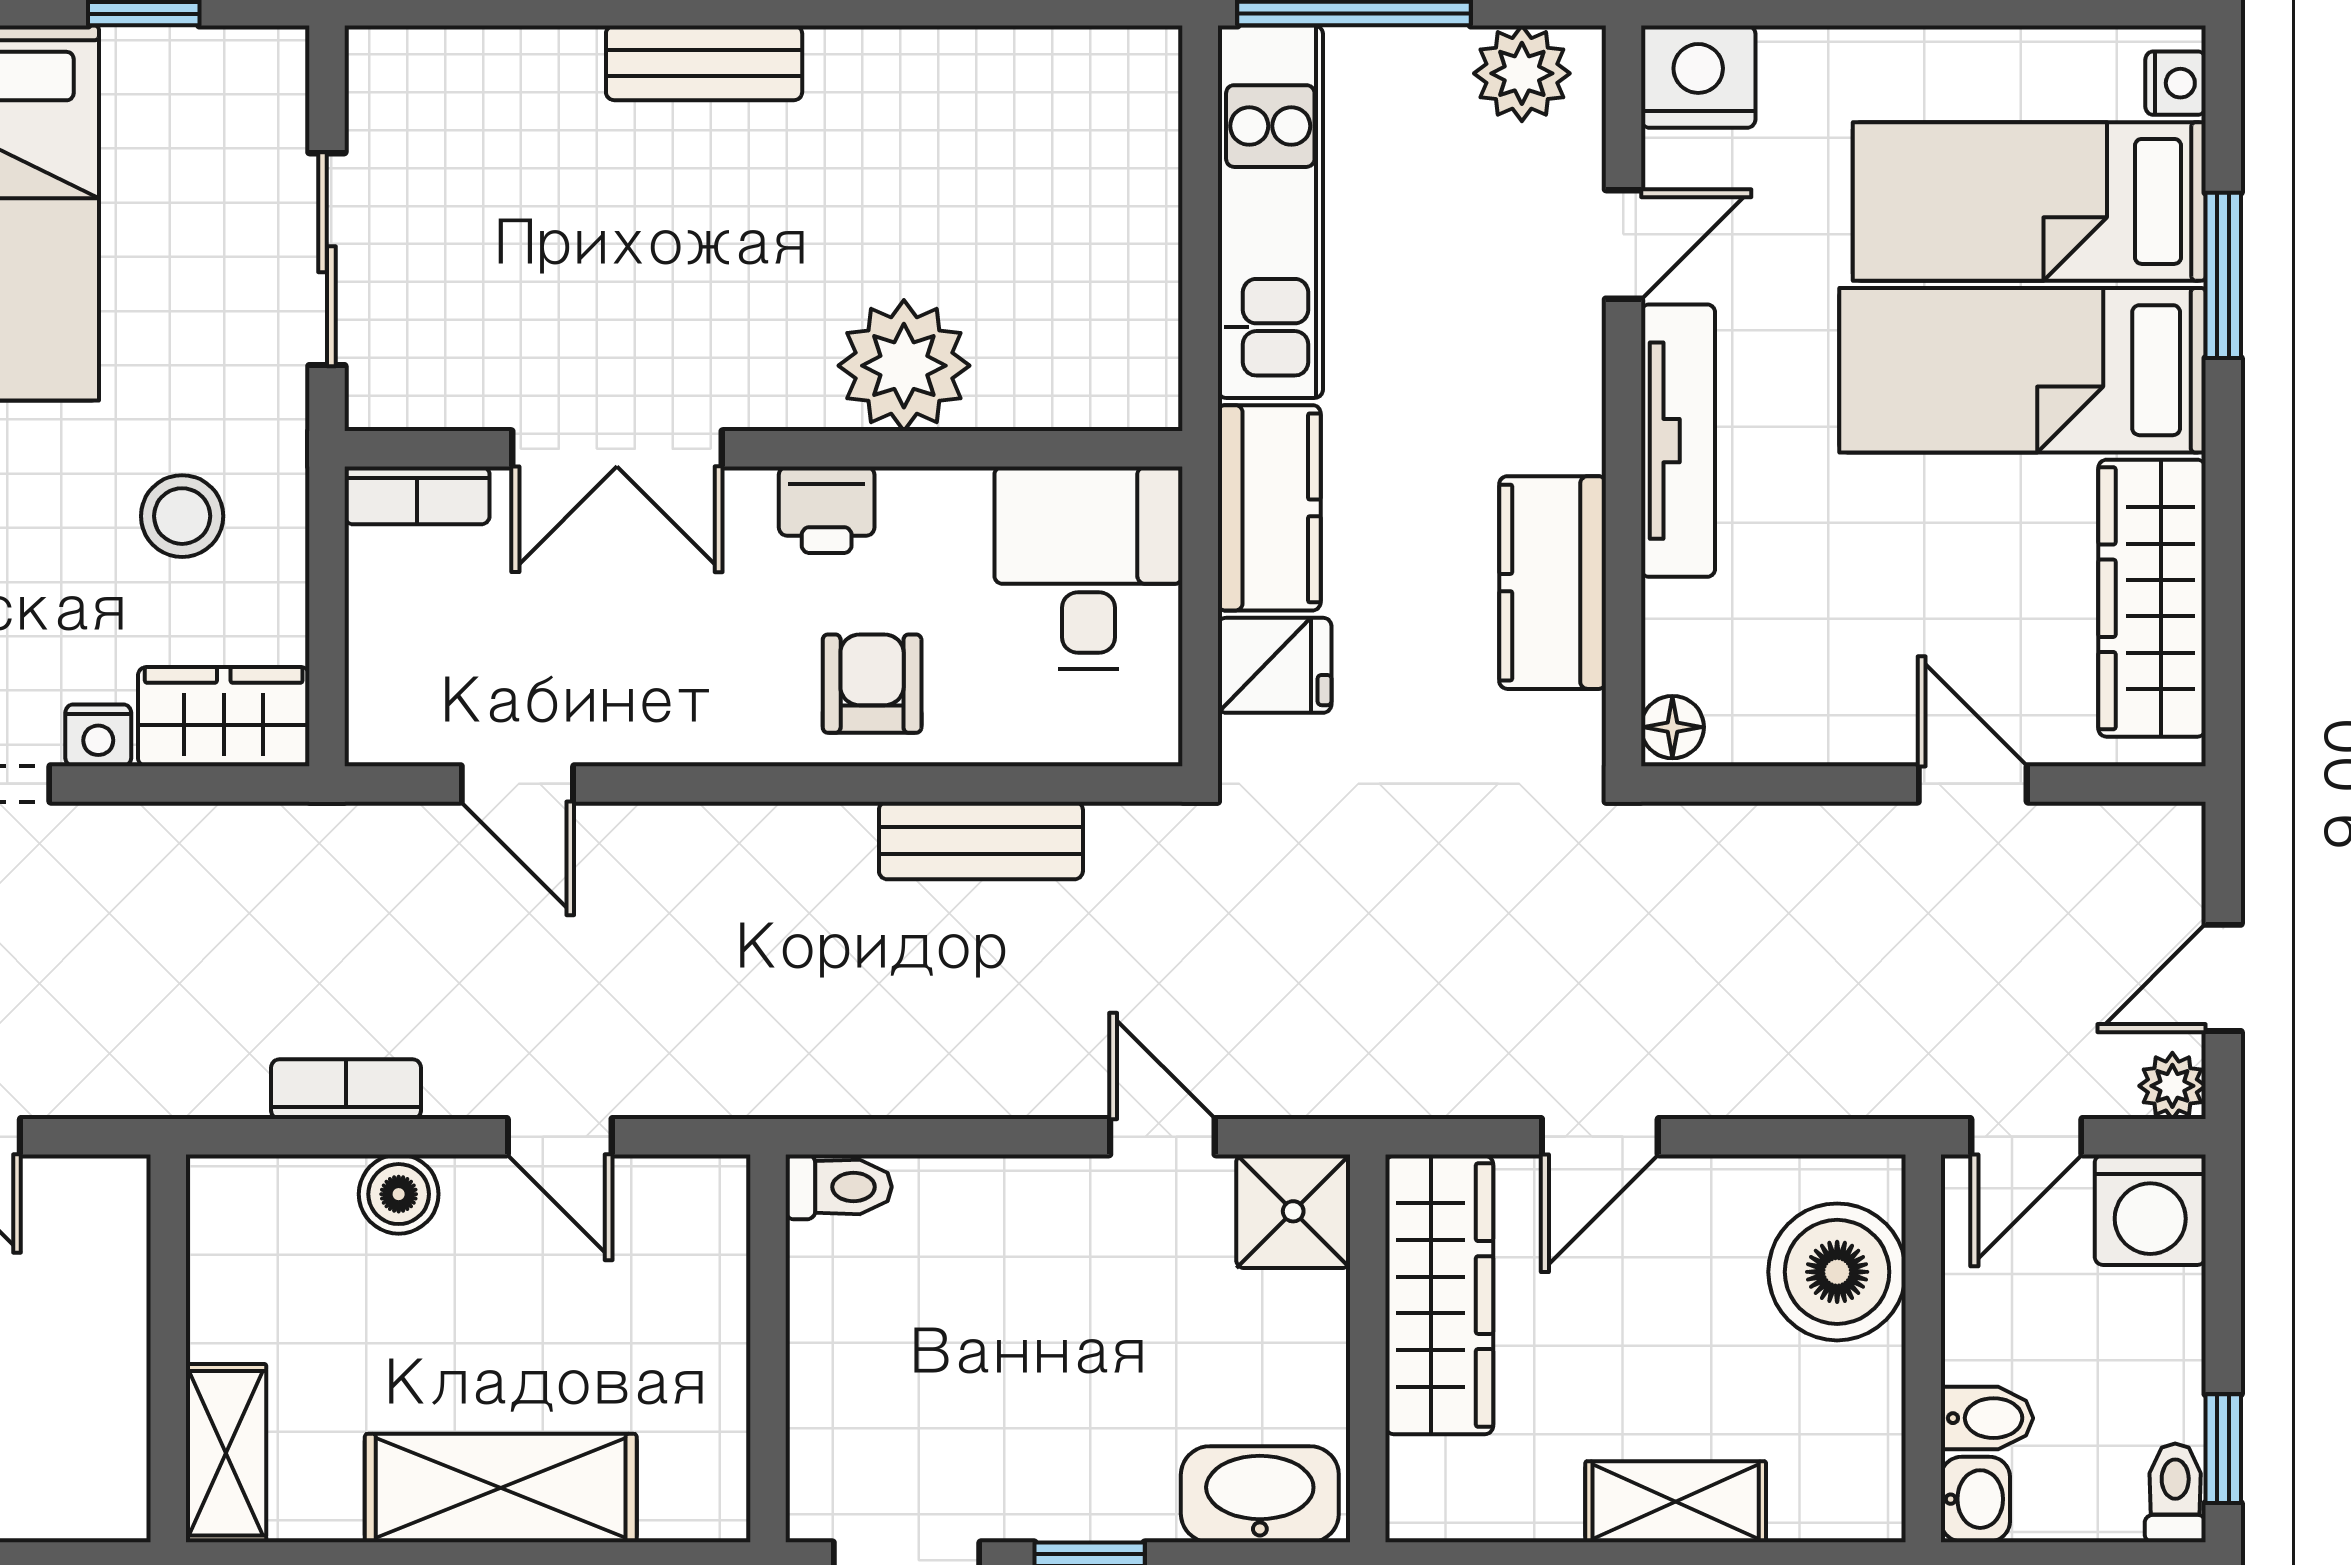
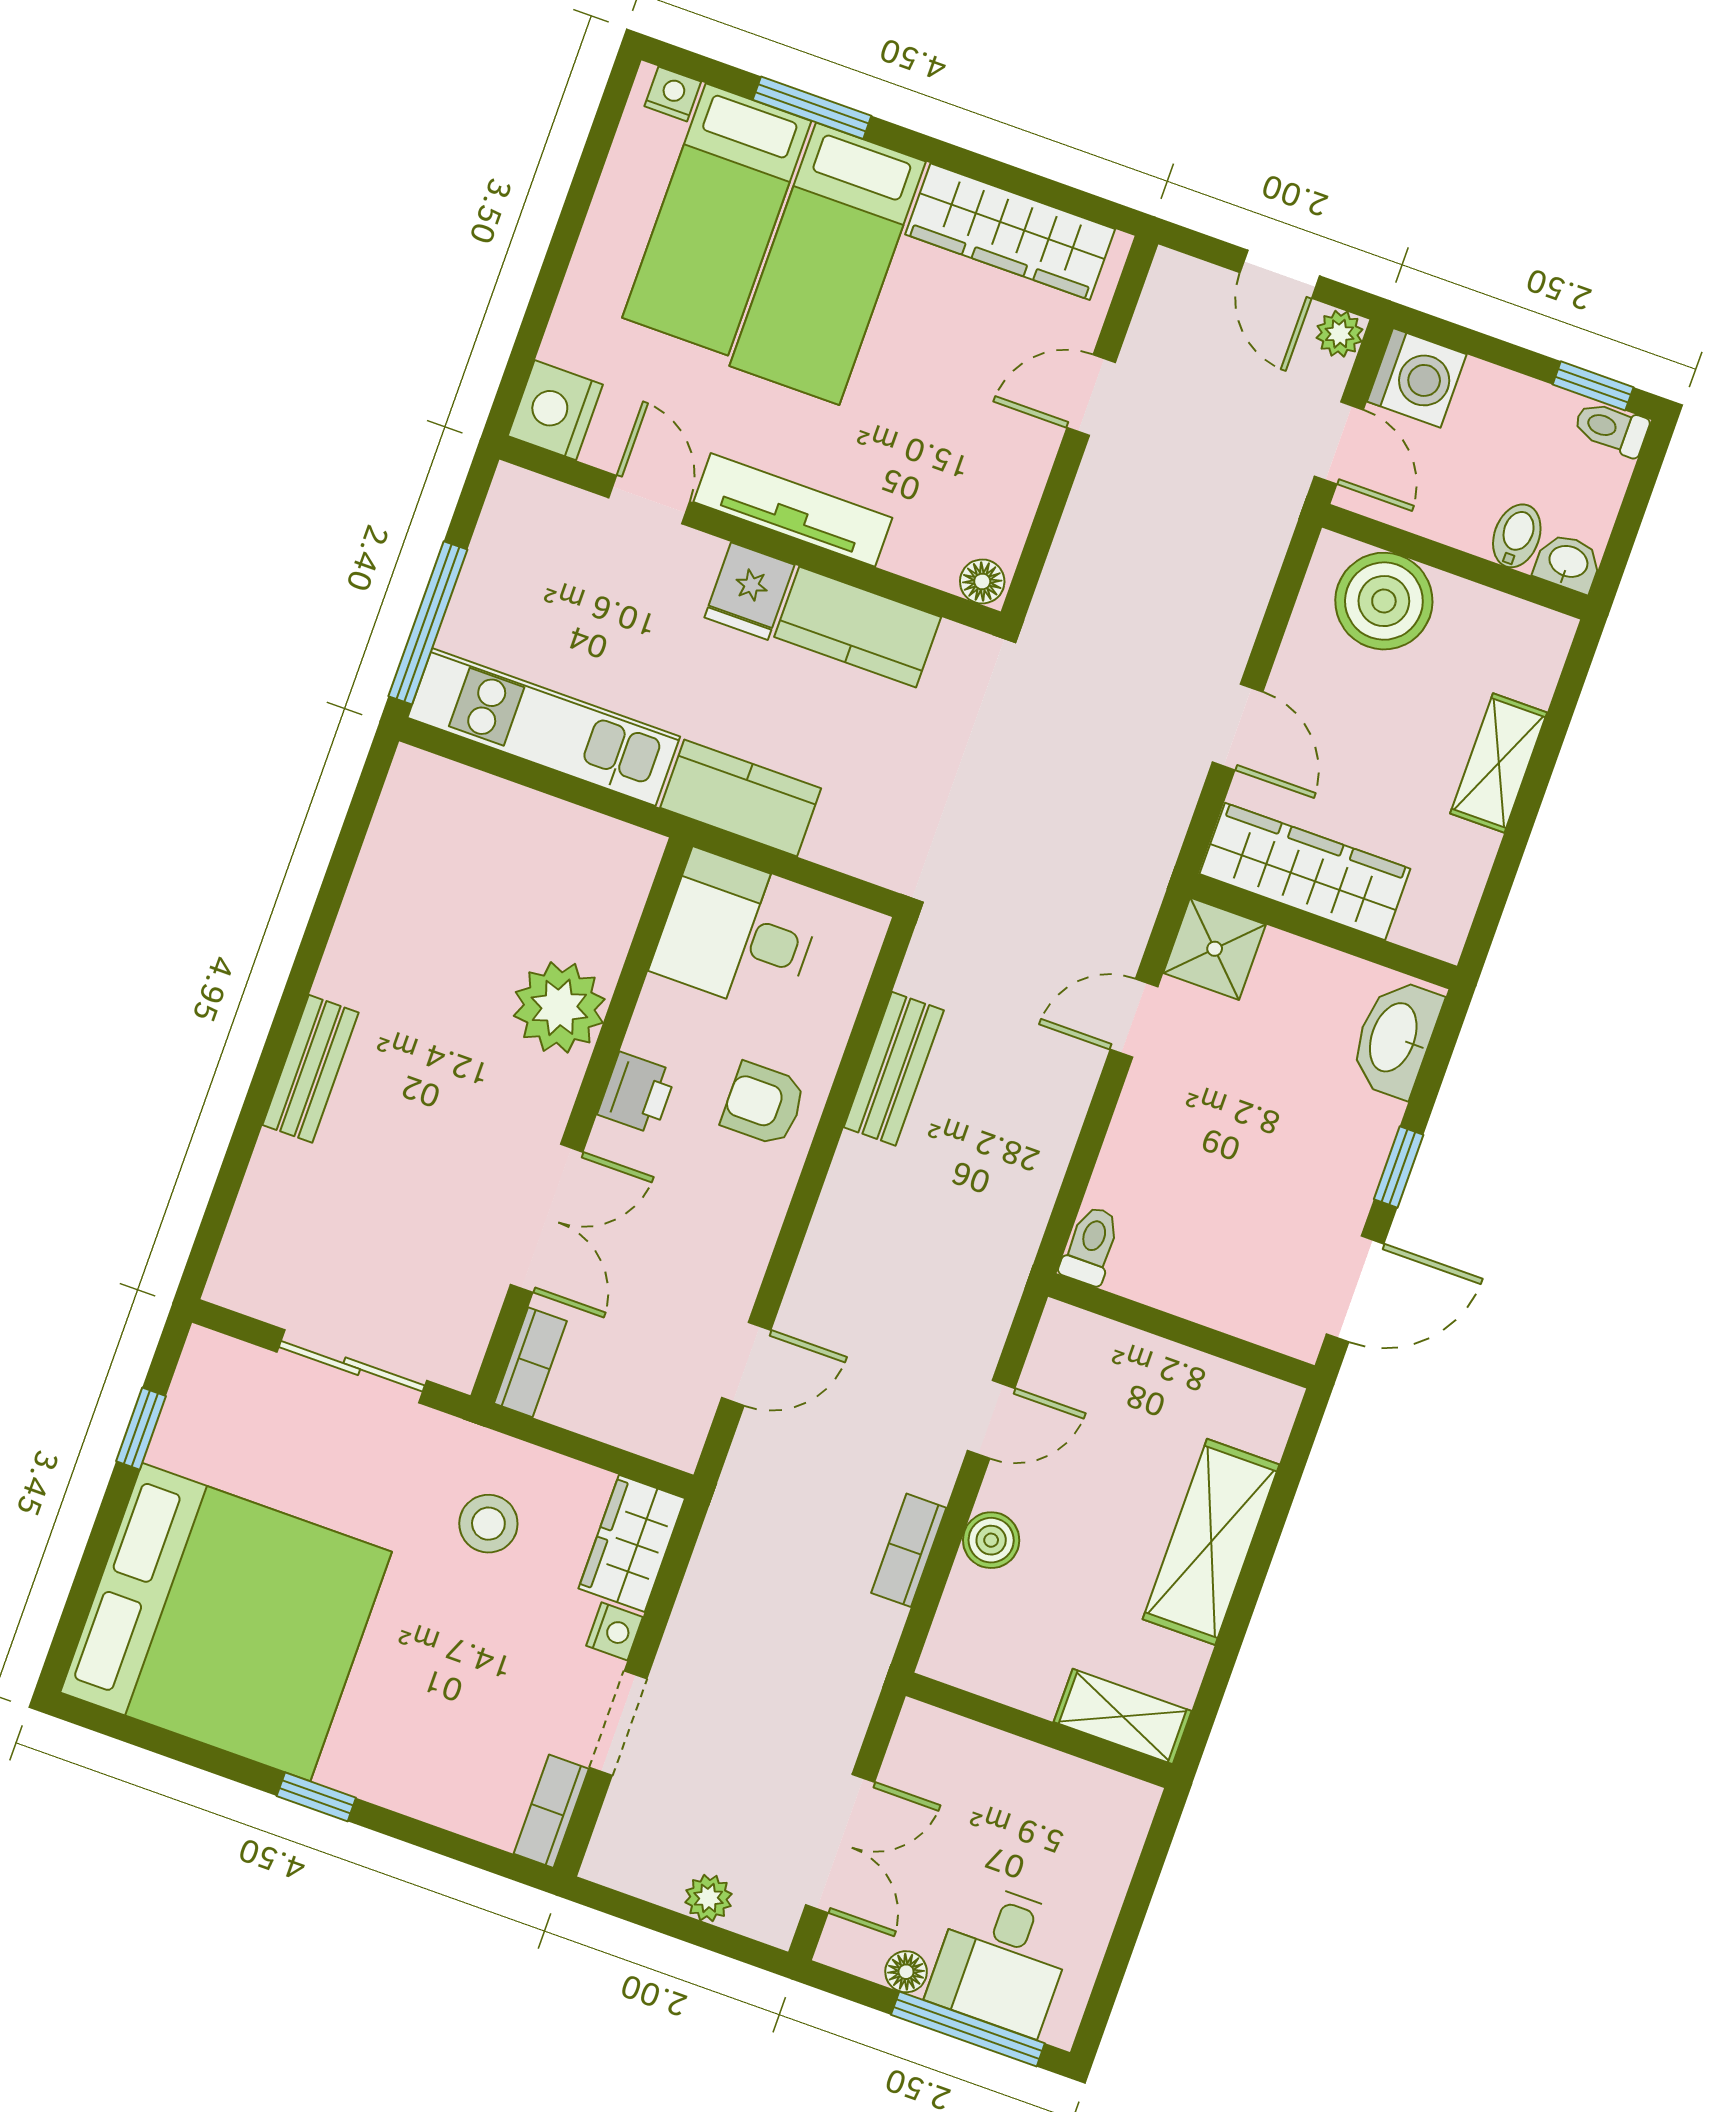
plant: (1522, 73) -> (511, 527), removed
fridge: (1275, 665) -> (749, 591), moved, turned 180

